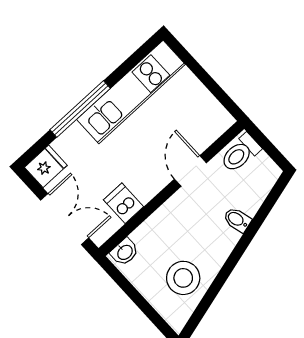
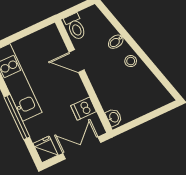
stool: (183, 278) -> (131, 61), moved, width x0.53, depth x0.53

